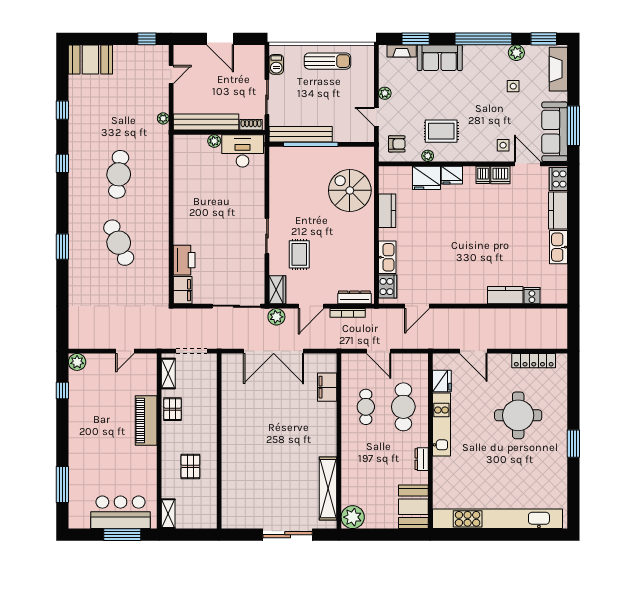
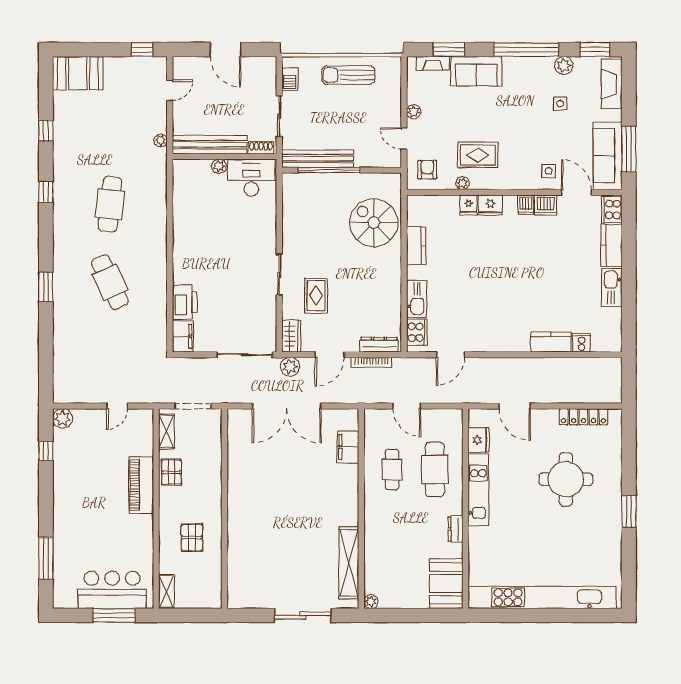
sun lounger: (328, 61) -> (348, 75), turned 180
armchair: (397, 144) -> (427, 170), turned -90
fridge: (426, 178) -> (469, 205), width x0.53, depth x0.75
plant: (353, 517) -> (371, 602), width x0.53, depth x0.53

